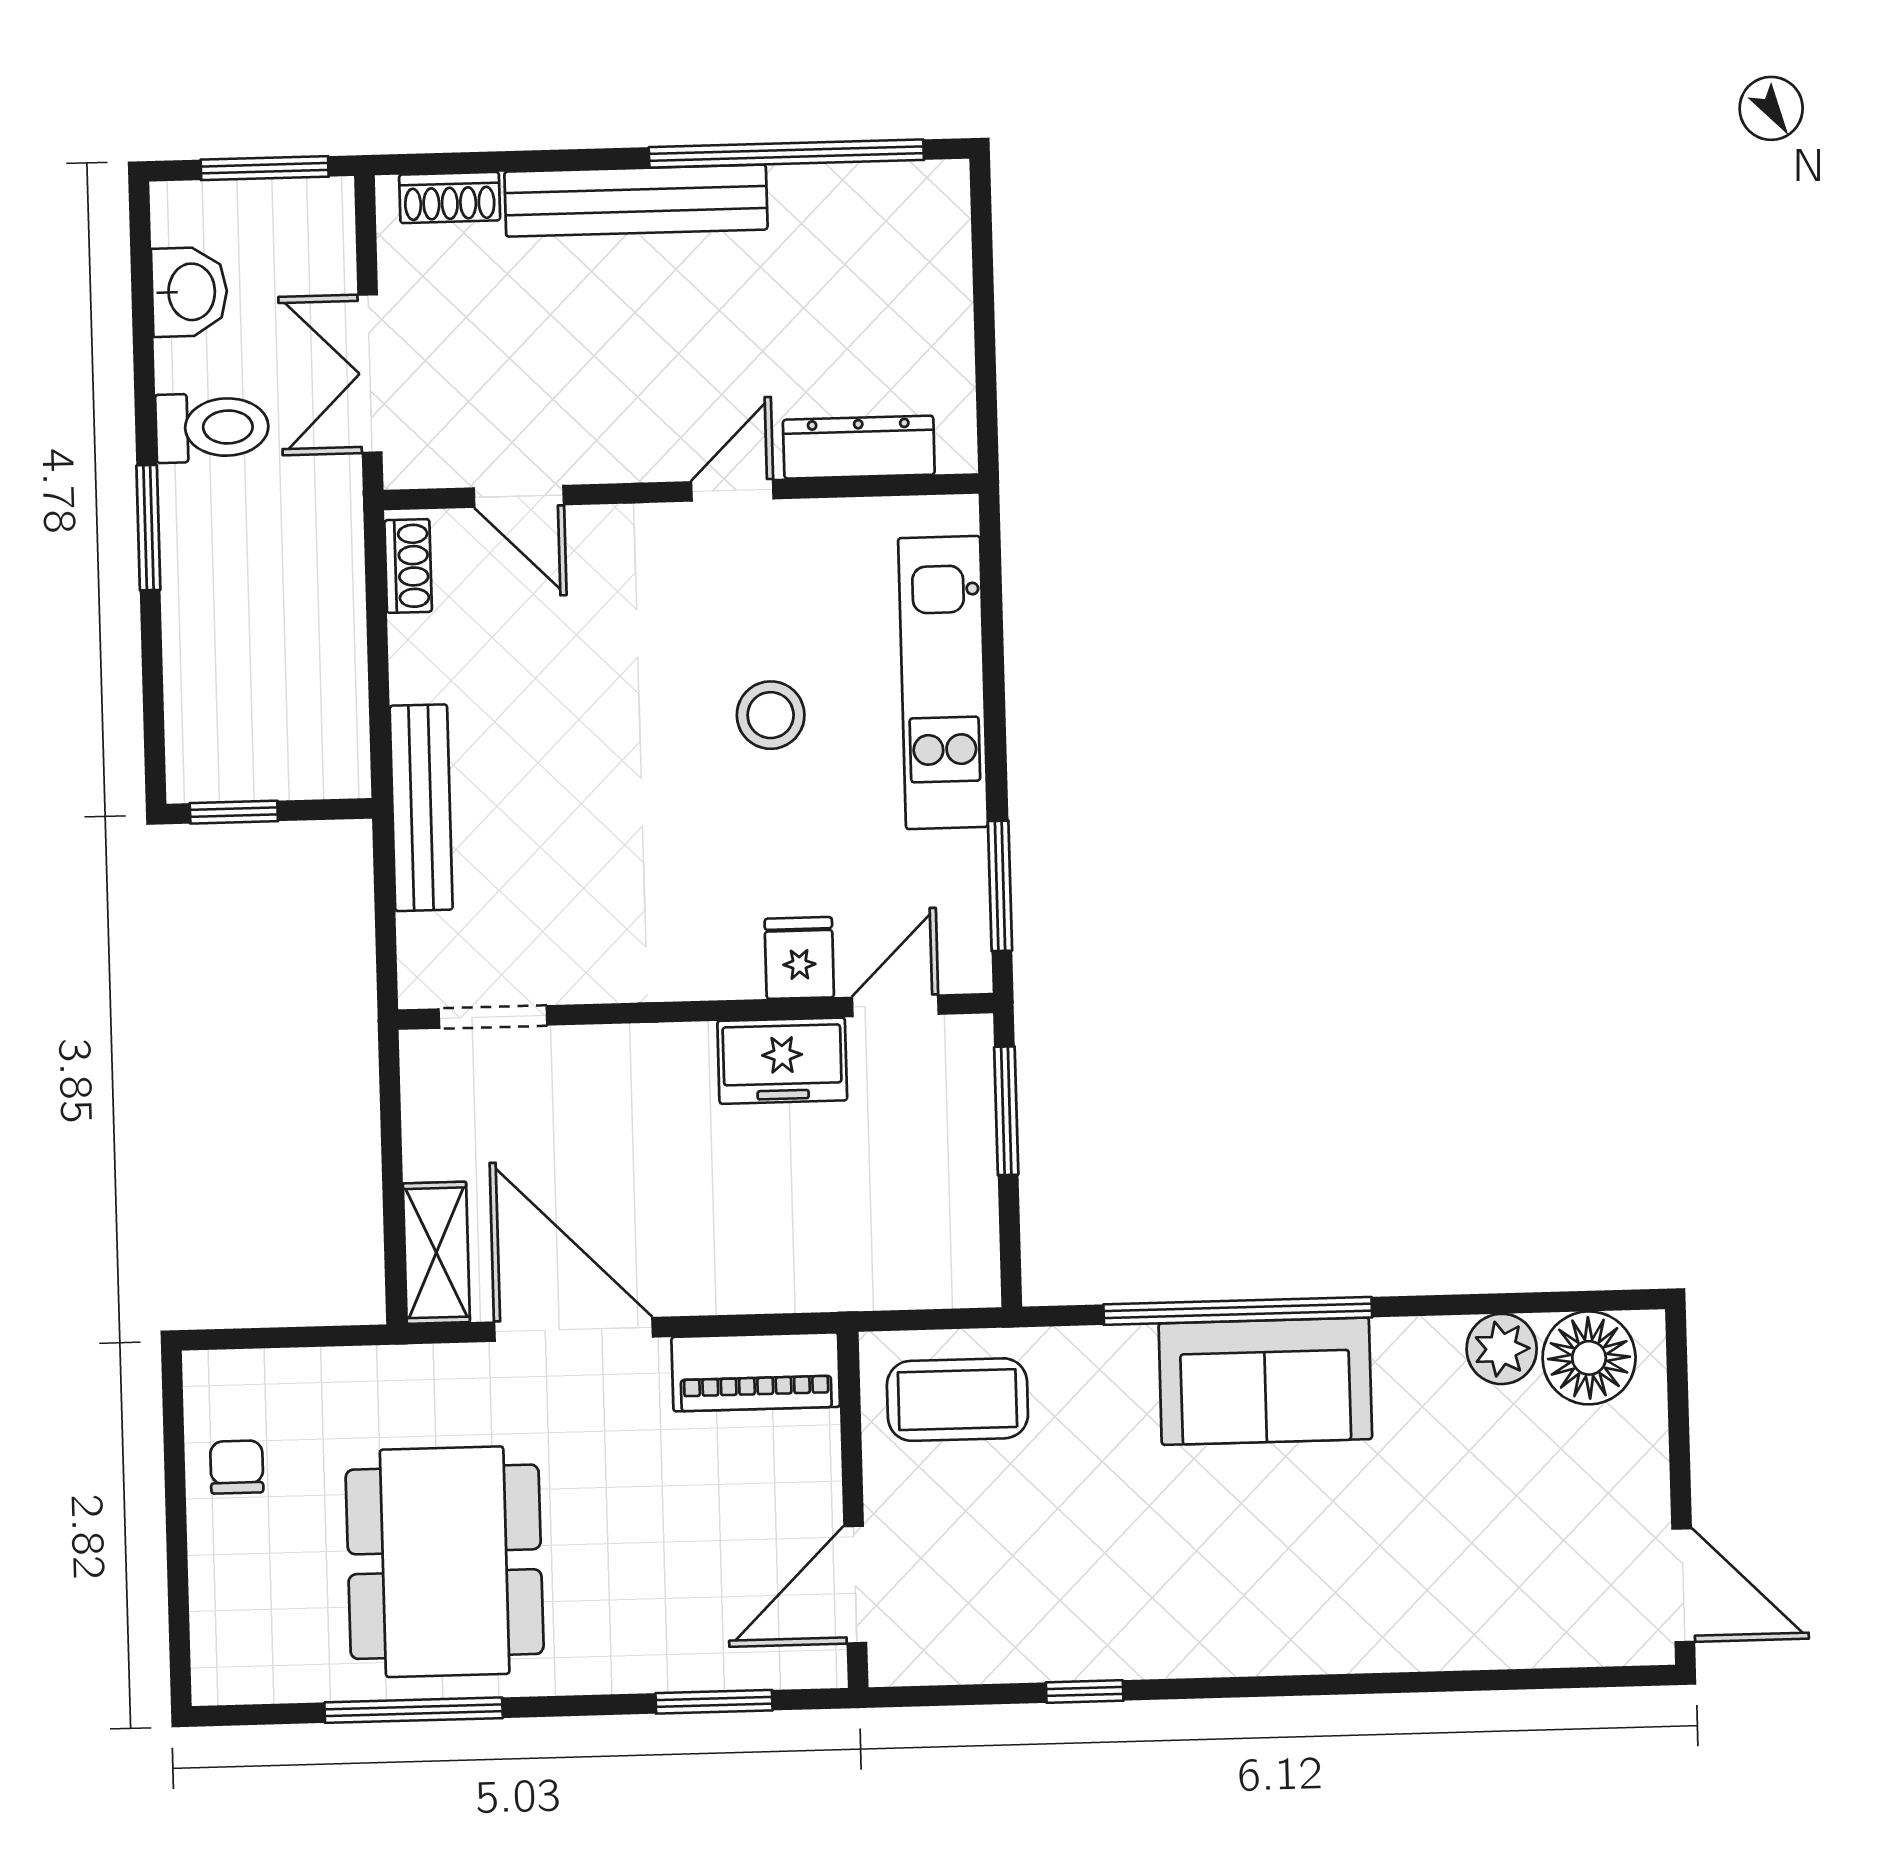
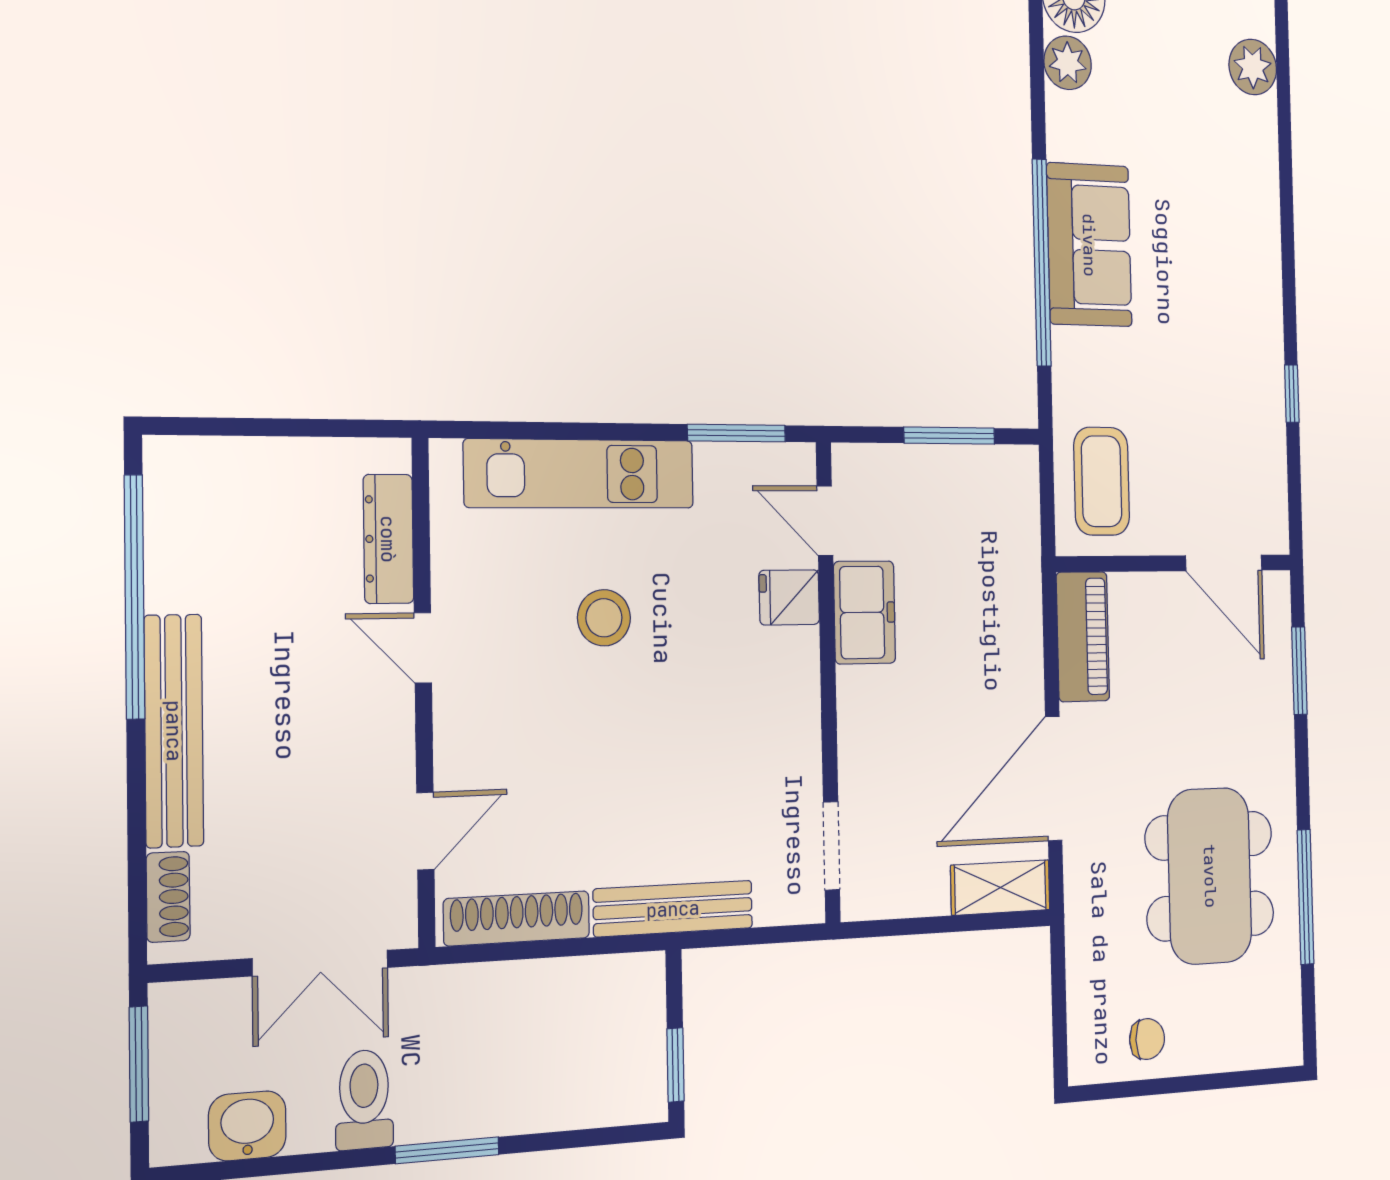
shoe rack: (408, 566) -> (517, 918), width x1.94, depth x1.24
window: (1006, 1111) -> (949, 436), moved
chair: (237, 1467) -> (1147, 1039), turned 180
dining table: (445, 1562) -> (1210, 876), turned 90
plant: (1522, 1632) -> (1253, 67), added

